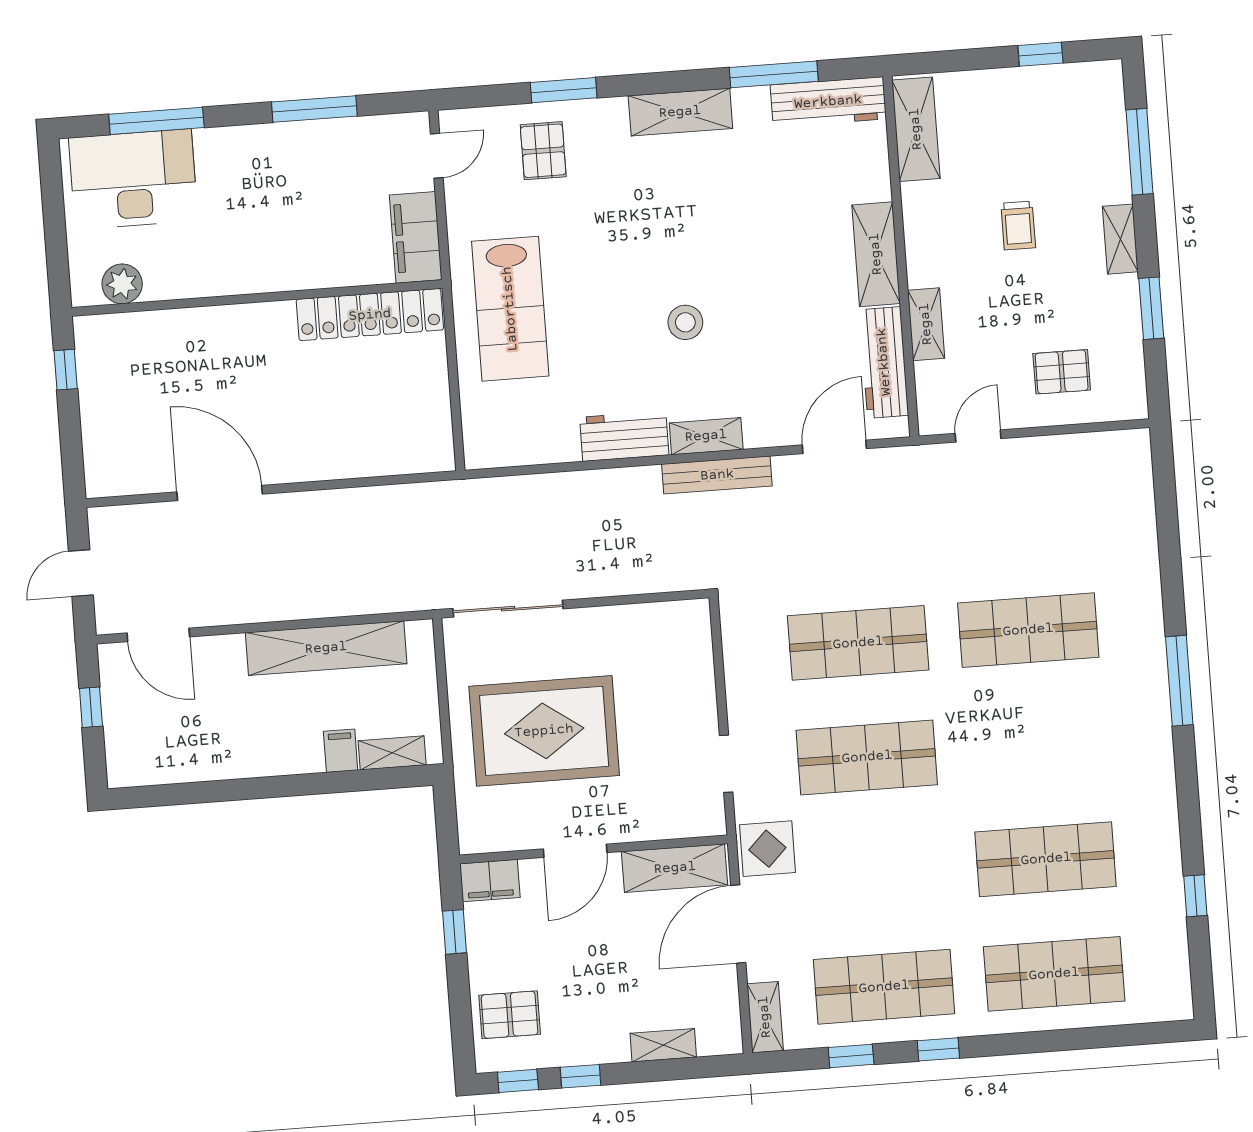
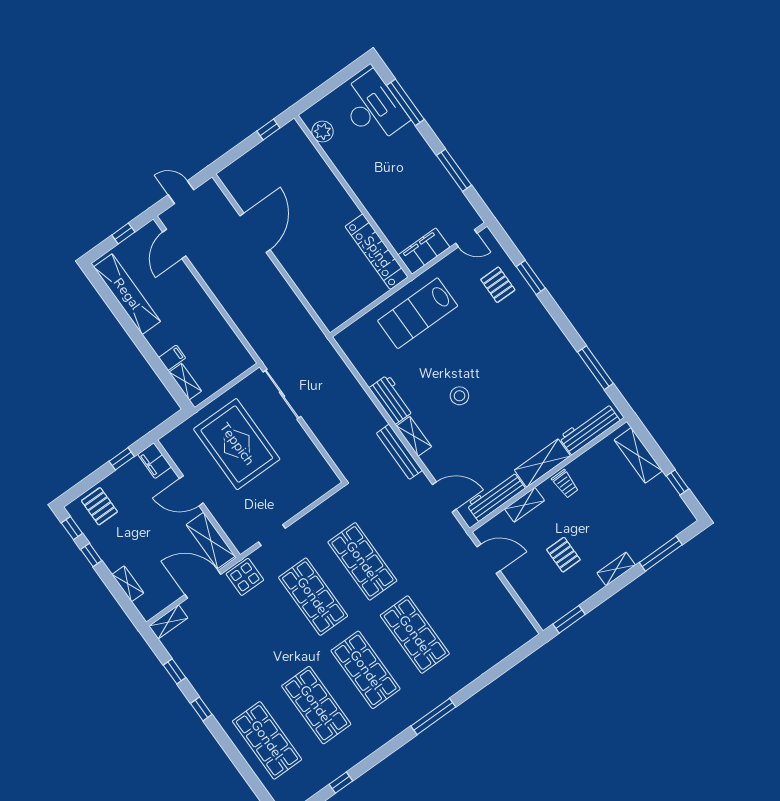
workbench: (828, 102) -> (590, 429), moved, turned 90
shelving: (680, 112) -> (553, 336), removed
shelving: (916, 129) -> (638, 455), moved, turned 90
pallet: (543, 151) -> (498, 285), turned 90
trolley: (1018, 226) -> (565, 484), moved, turned -91
window: (1151, 308) -> (569, 619), moved
pallet: (1062, 372) -> (563, 555), moved
door: (978, 436) -> (488, 559), width x1.38
shelving: (326, 648) -> (127, 294), moved
shop shelf: (884, 987) -> (366, 670), moved

